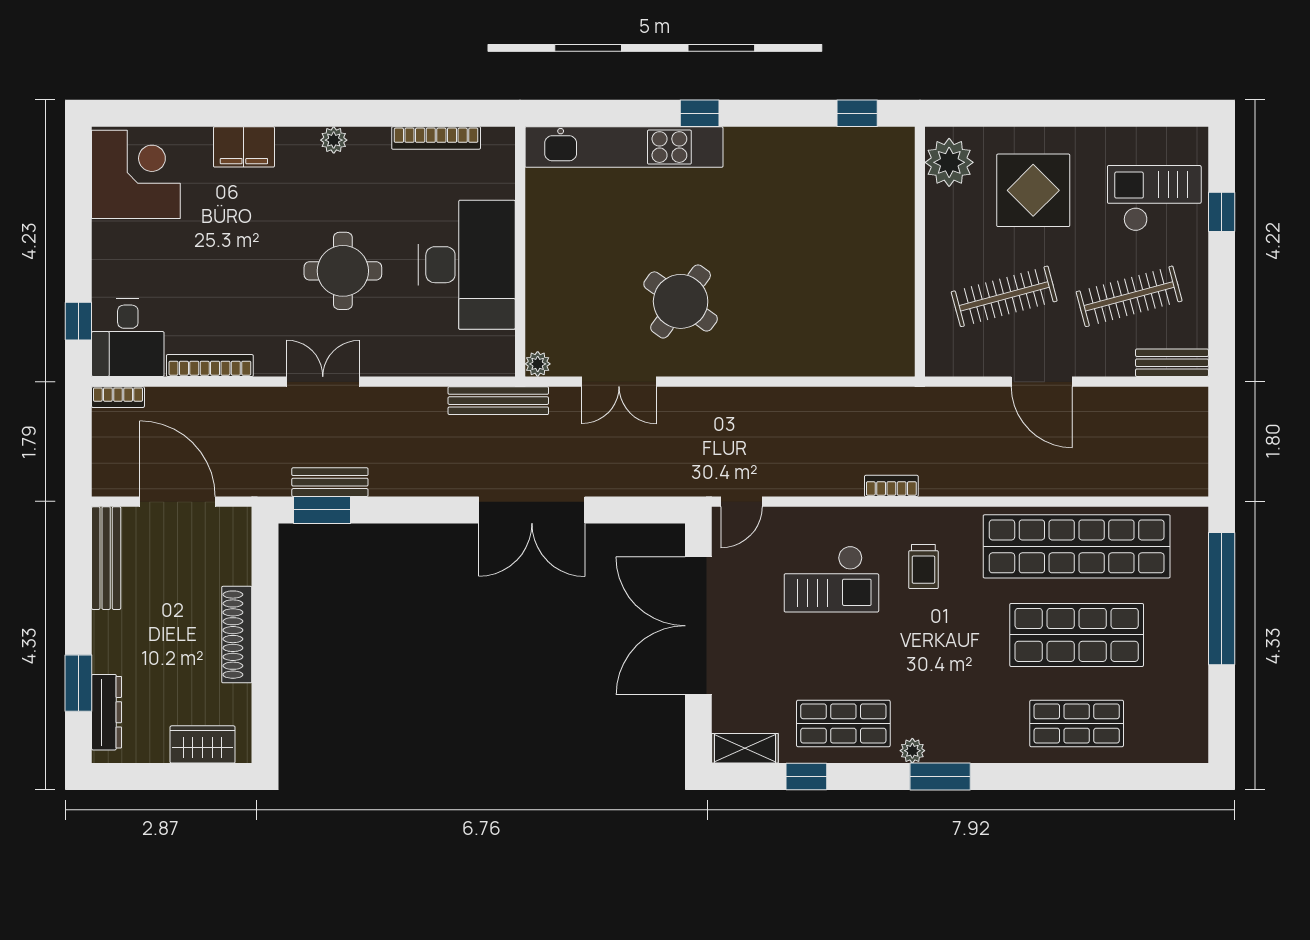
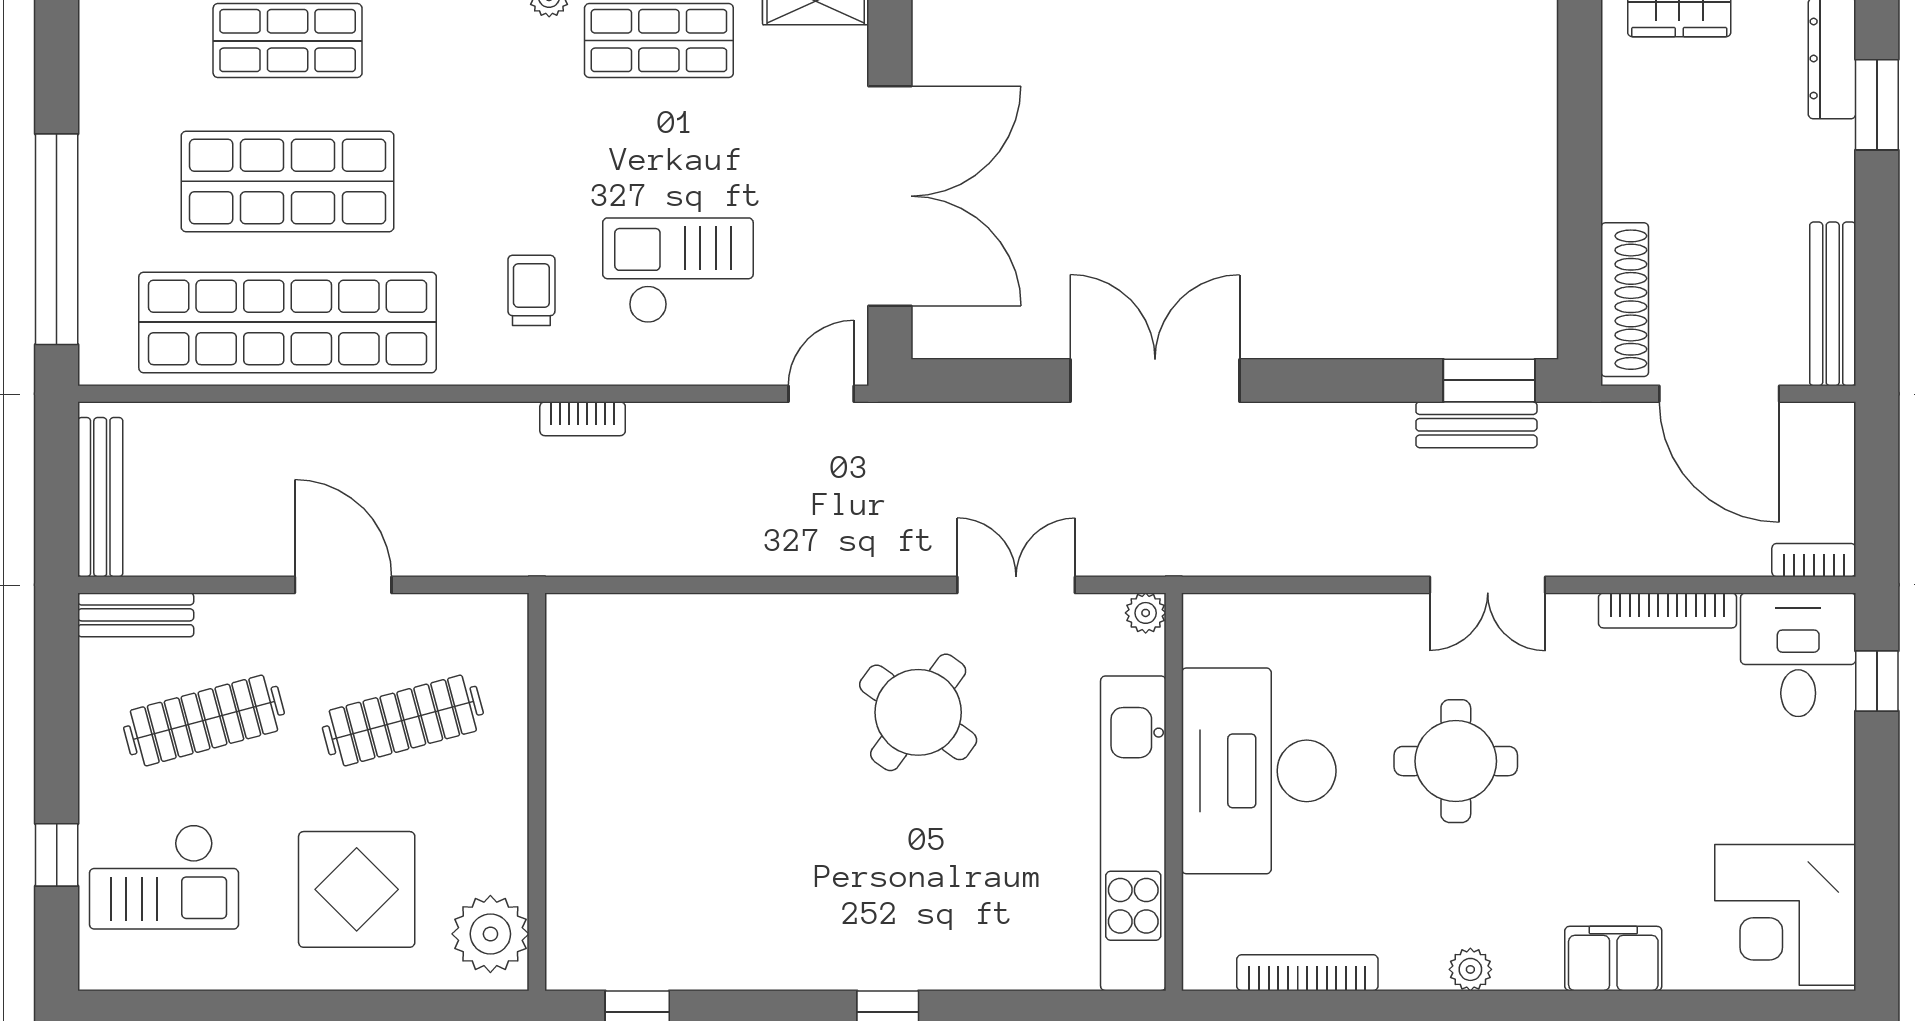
kitchen unit: (624, 147) -> (1133, 833), moved, turned -90
bench: (498, 401) -> (100, 497), moved, turned 90
shoe rack: (237, 635) -> (1625, 300), moved

